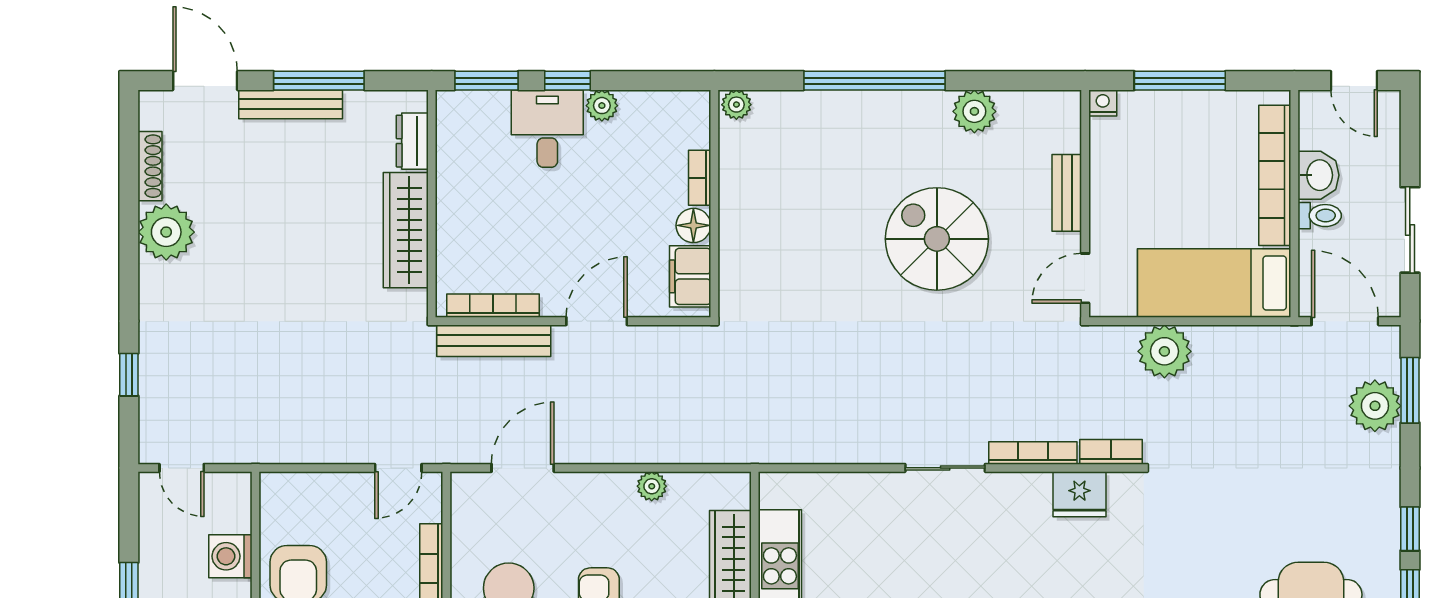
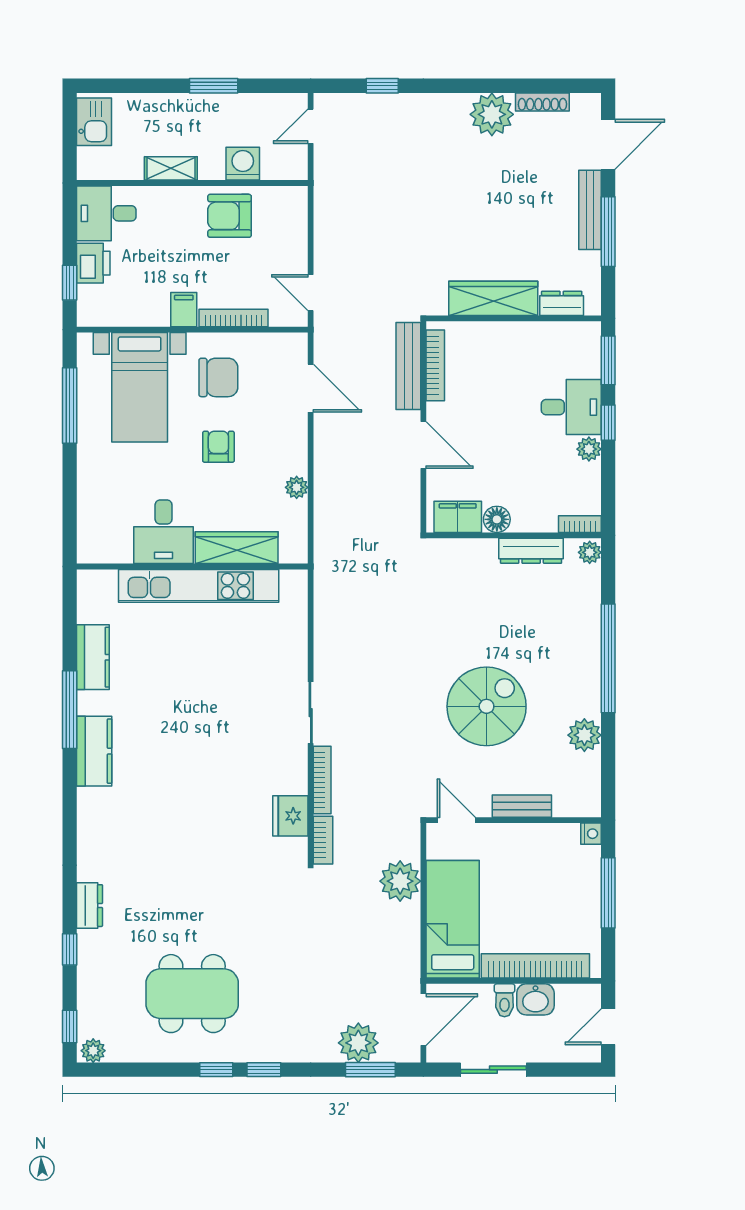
bookcase: (700, 178) -> (580, 524), moved
dresser: (734, 181) -> (531, 551), added

